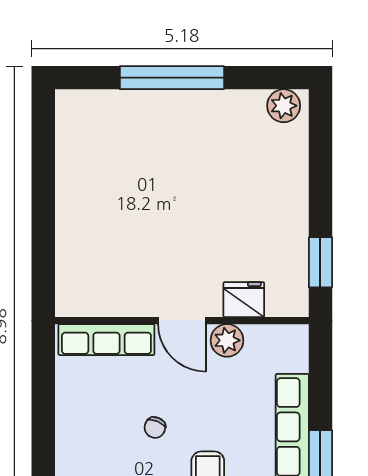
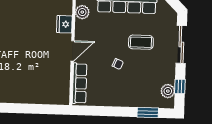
plant: (227, 340) -> (82, 12), moved

